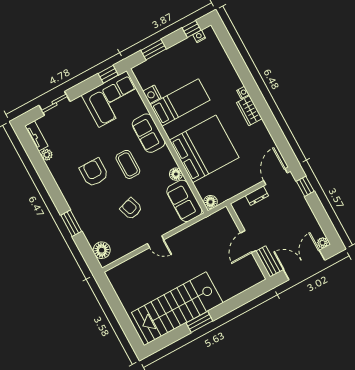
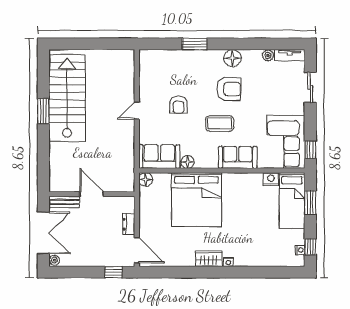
bed: (180, 102) -> (292, 201), moved
armchair: (131, 209) -> (178, 105), turned 108
floor lamp: (102, 250) -> (232, 58), moved

